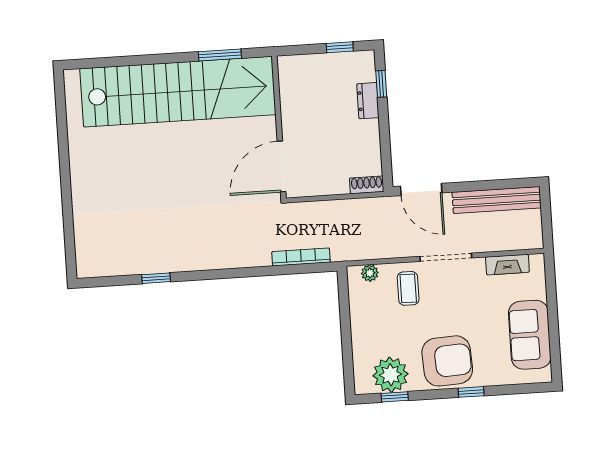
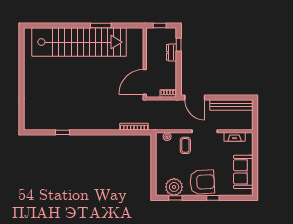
wall: (279, 127) -> (145, 63), moved
door: (281, 166) -> (145, 82), moved

